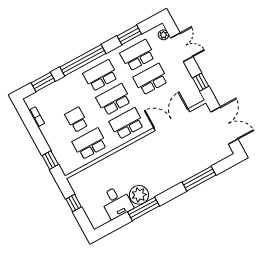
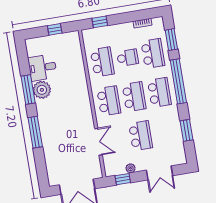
plant: (163, 35) -> (131, 168), moved
school desk: (138, 55) -> (153, 53), moved
double door: (172, 120) -> (98, 142), width x0.73
window: (199, 179) -> (35, 132), moved

